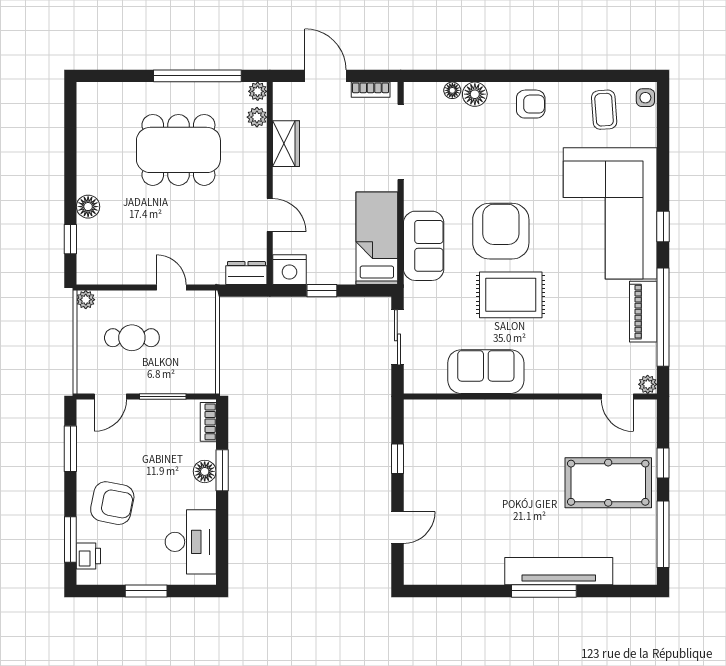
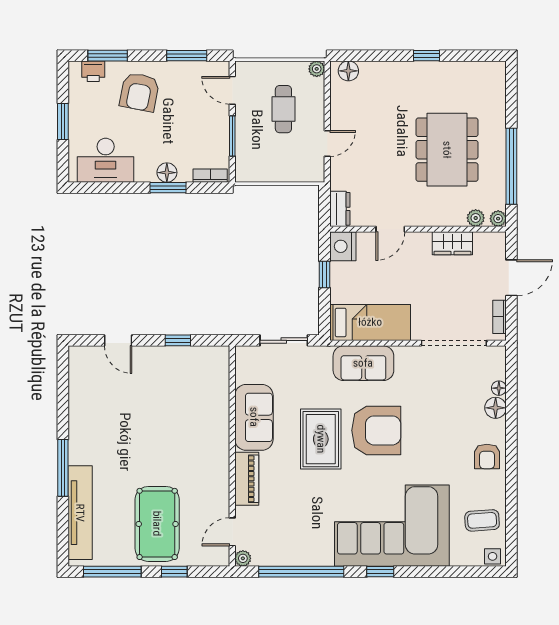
floor lamp: (88, 207) -> (348, 71), moved
window: (70, 239) -> (427, 56), moved
piano: (643, 312) -> (247, 479), moved, turned 90
tv unit: (559, 571) -> (80, 513), moved

